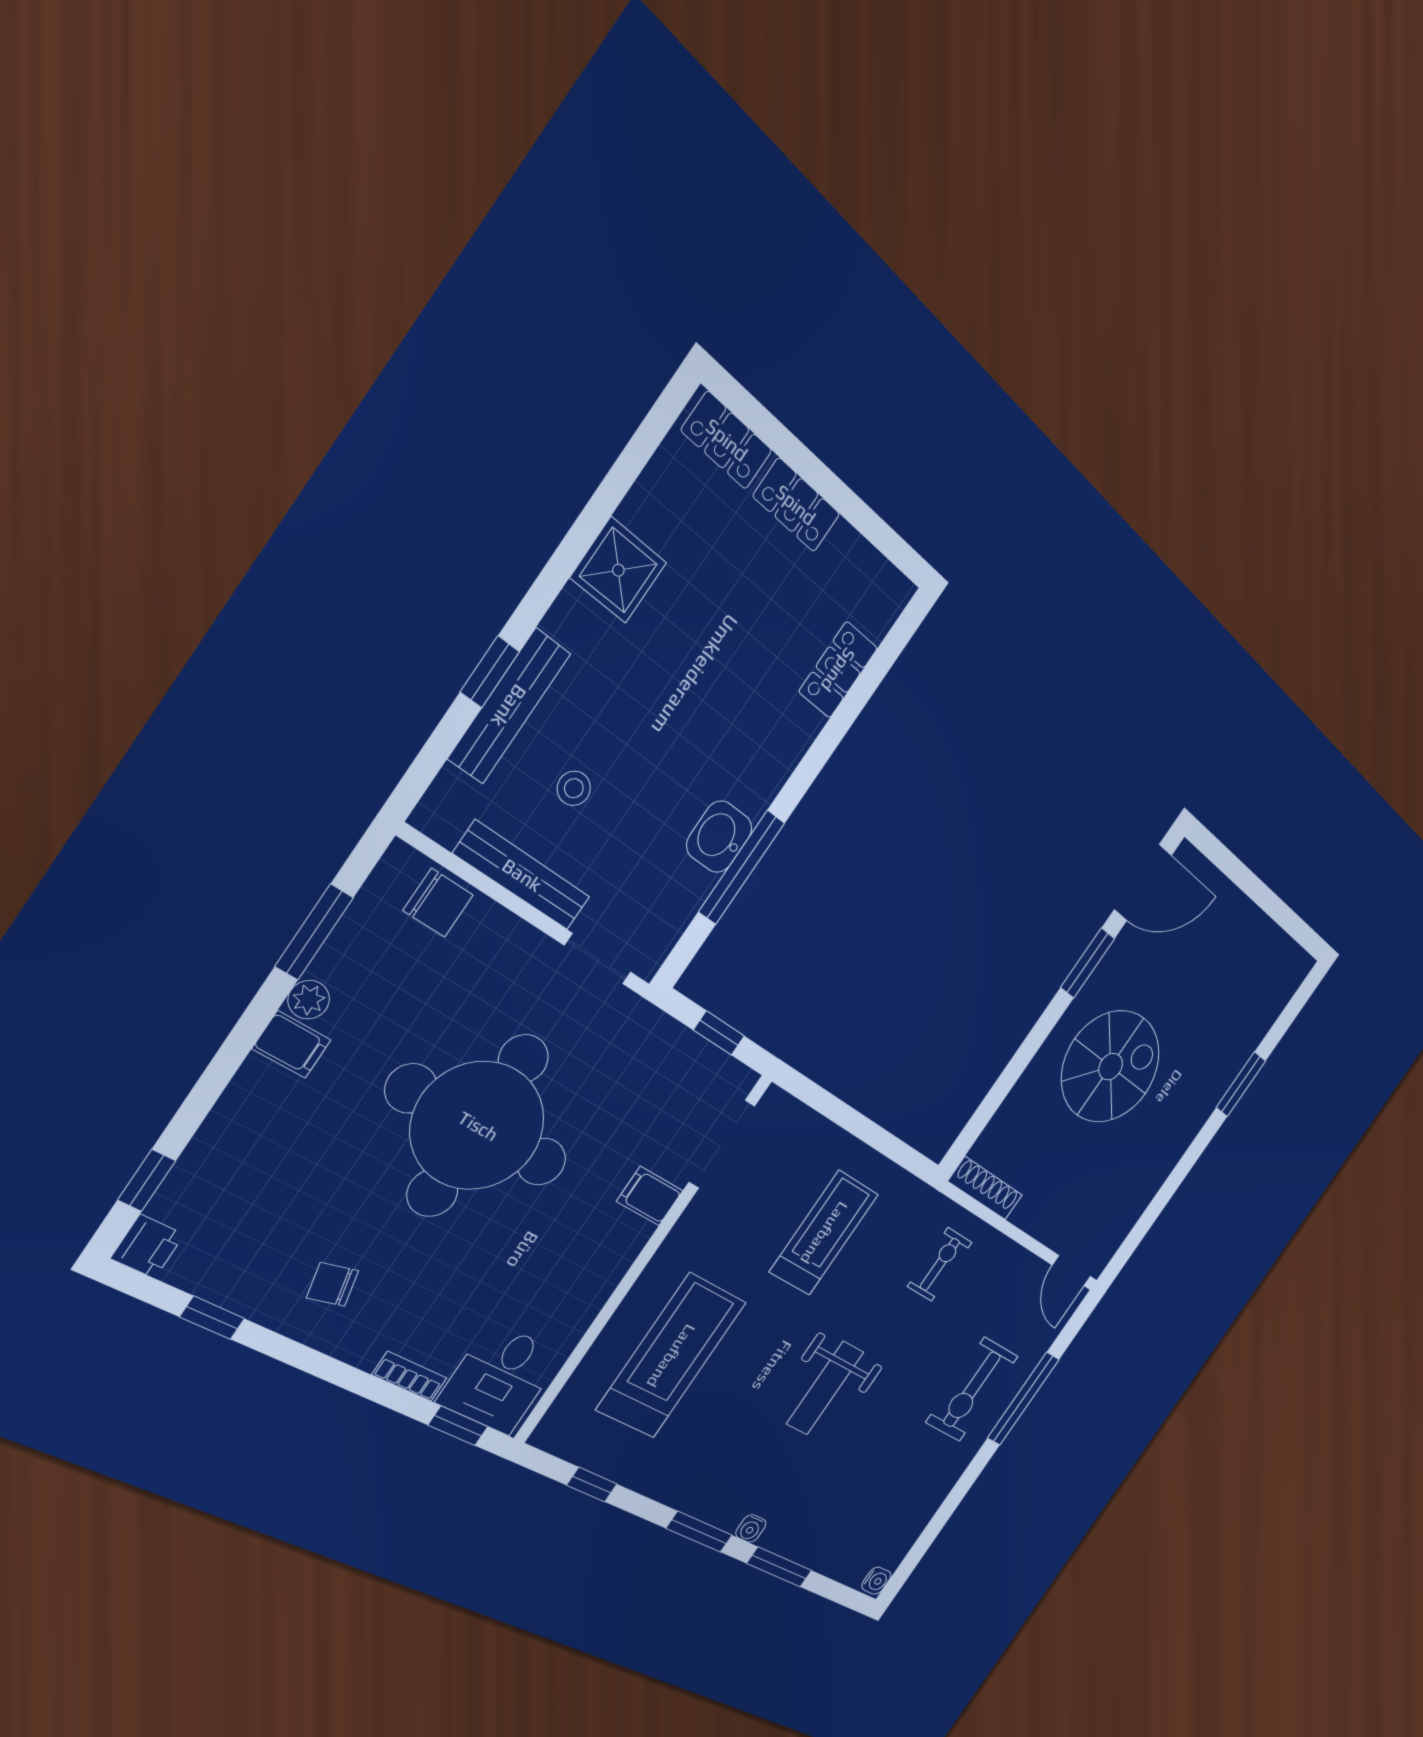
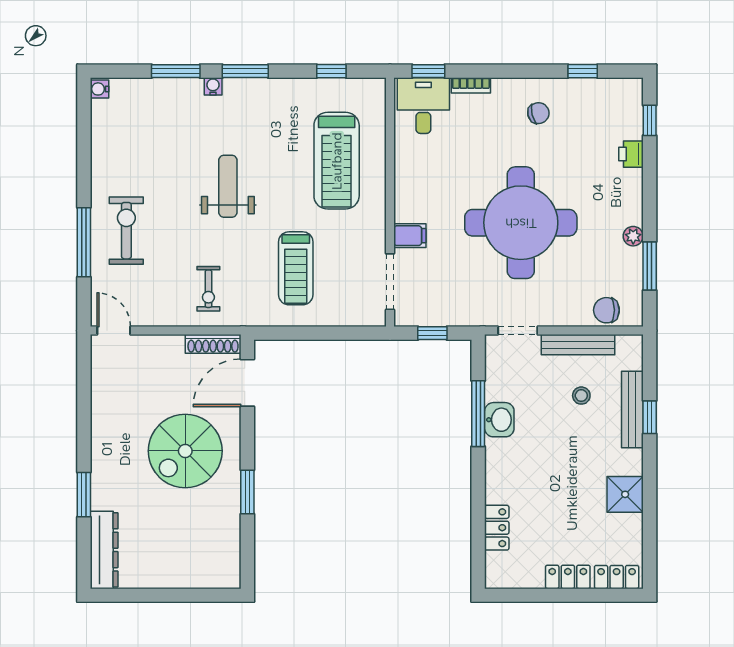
door: (1143, 883) -> (247, 383), moved
dresser: (1272, 1000) -> (104, 550), added
filing cabinet: (291, 1044) -> (628, 213), removed
printer: (147, 1246) -> (631, 154), moved

